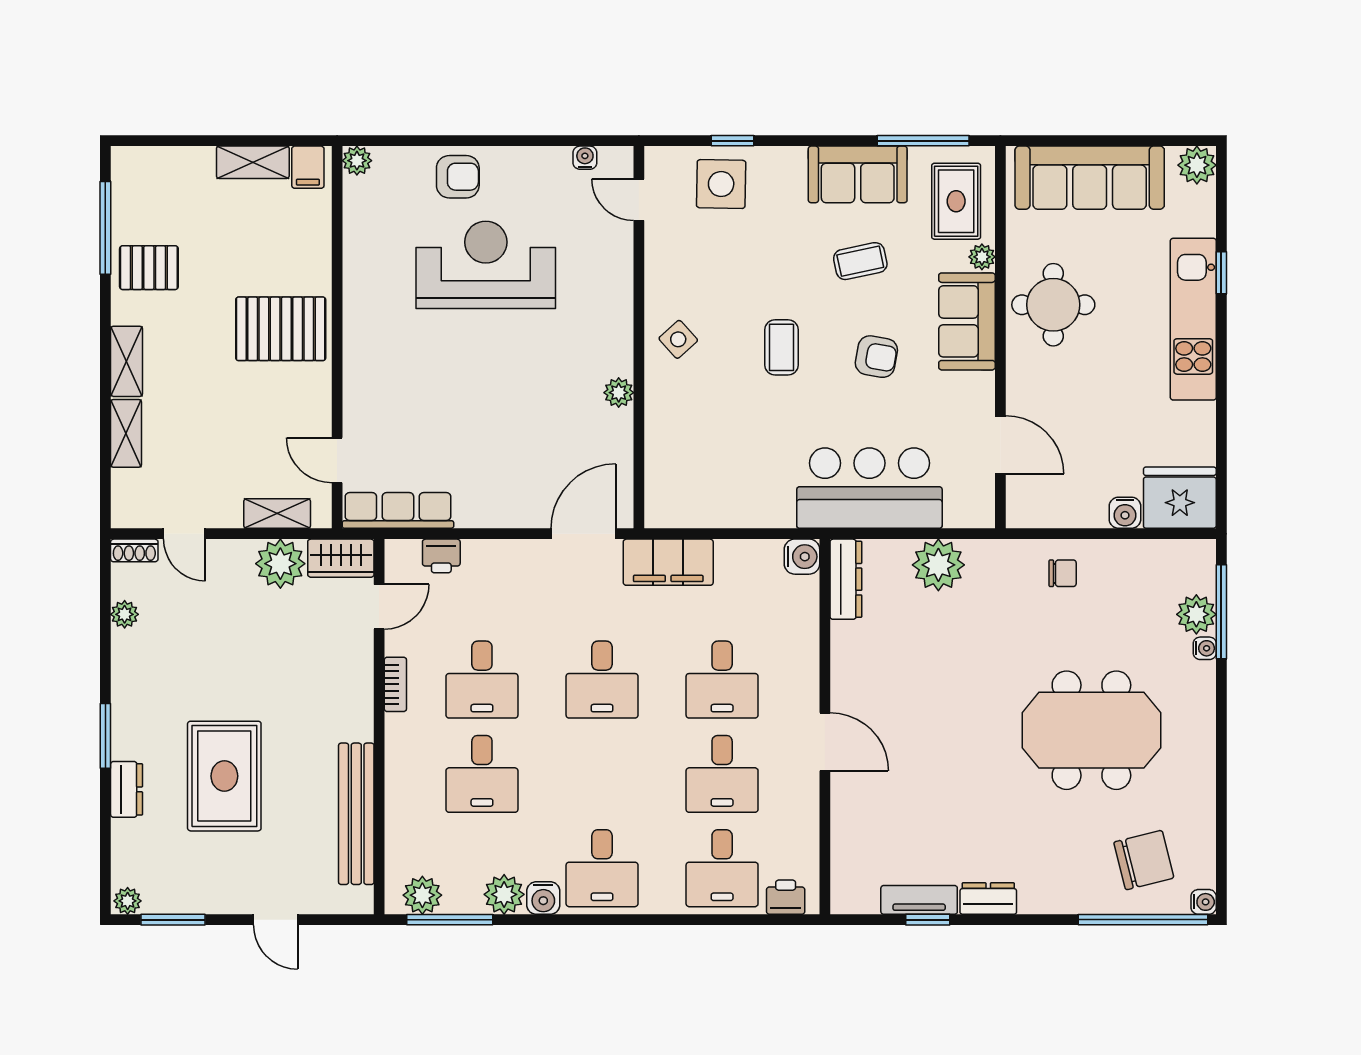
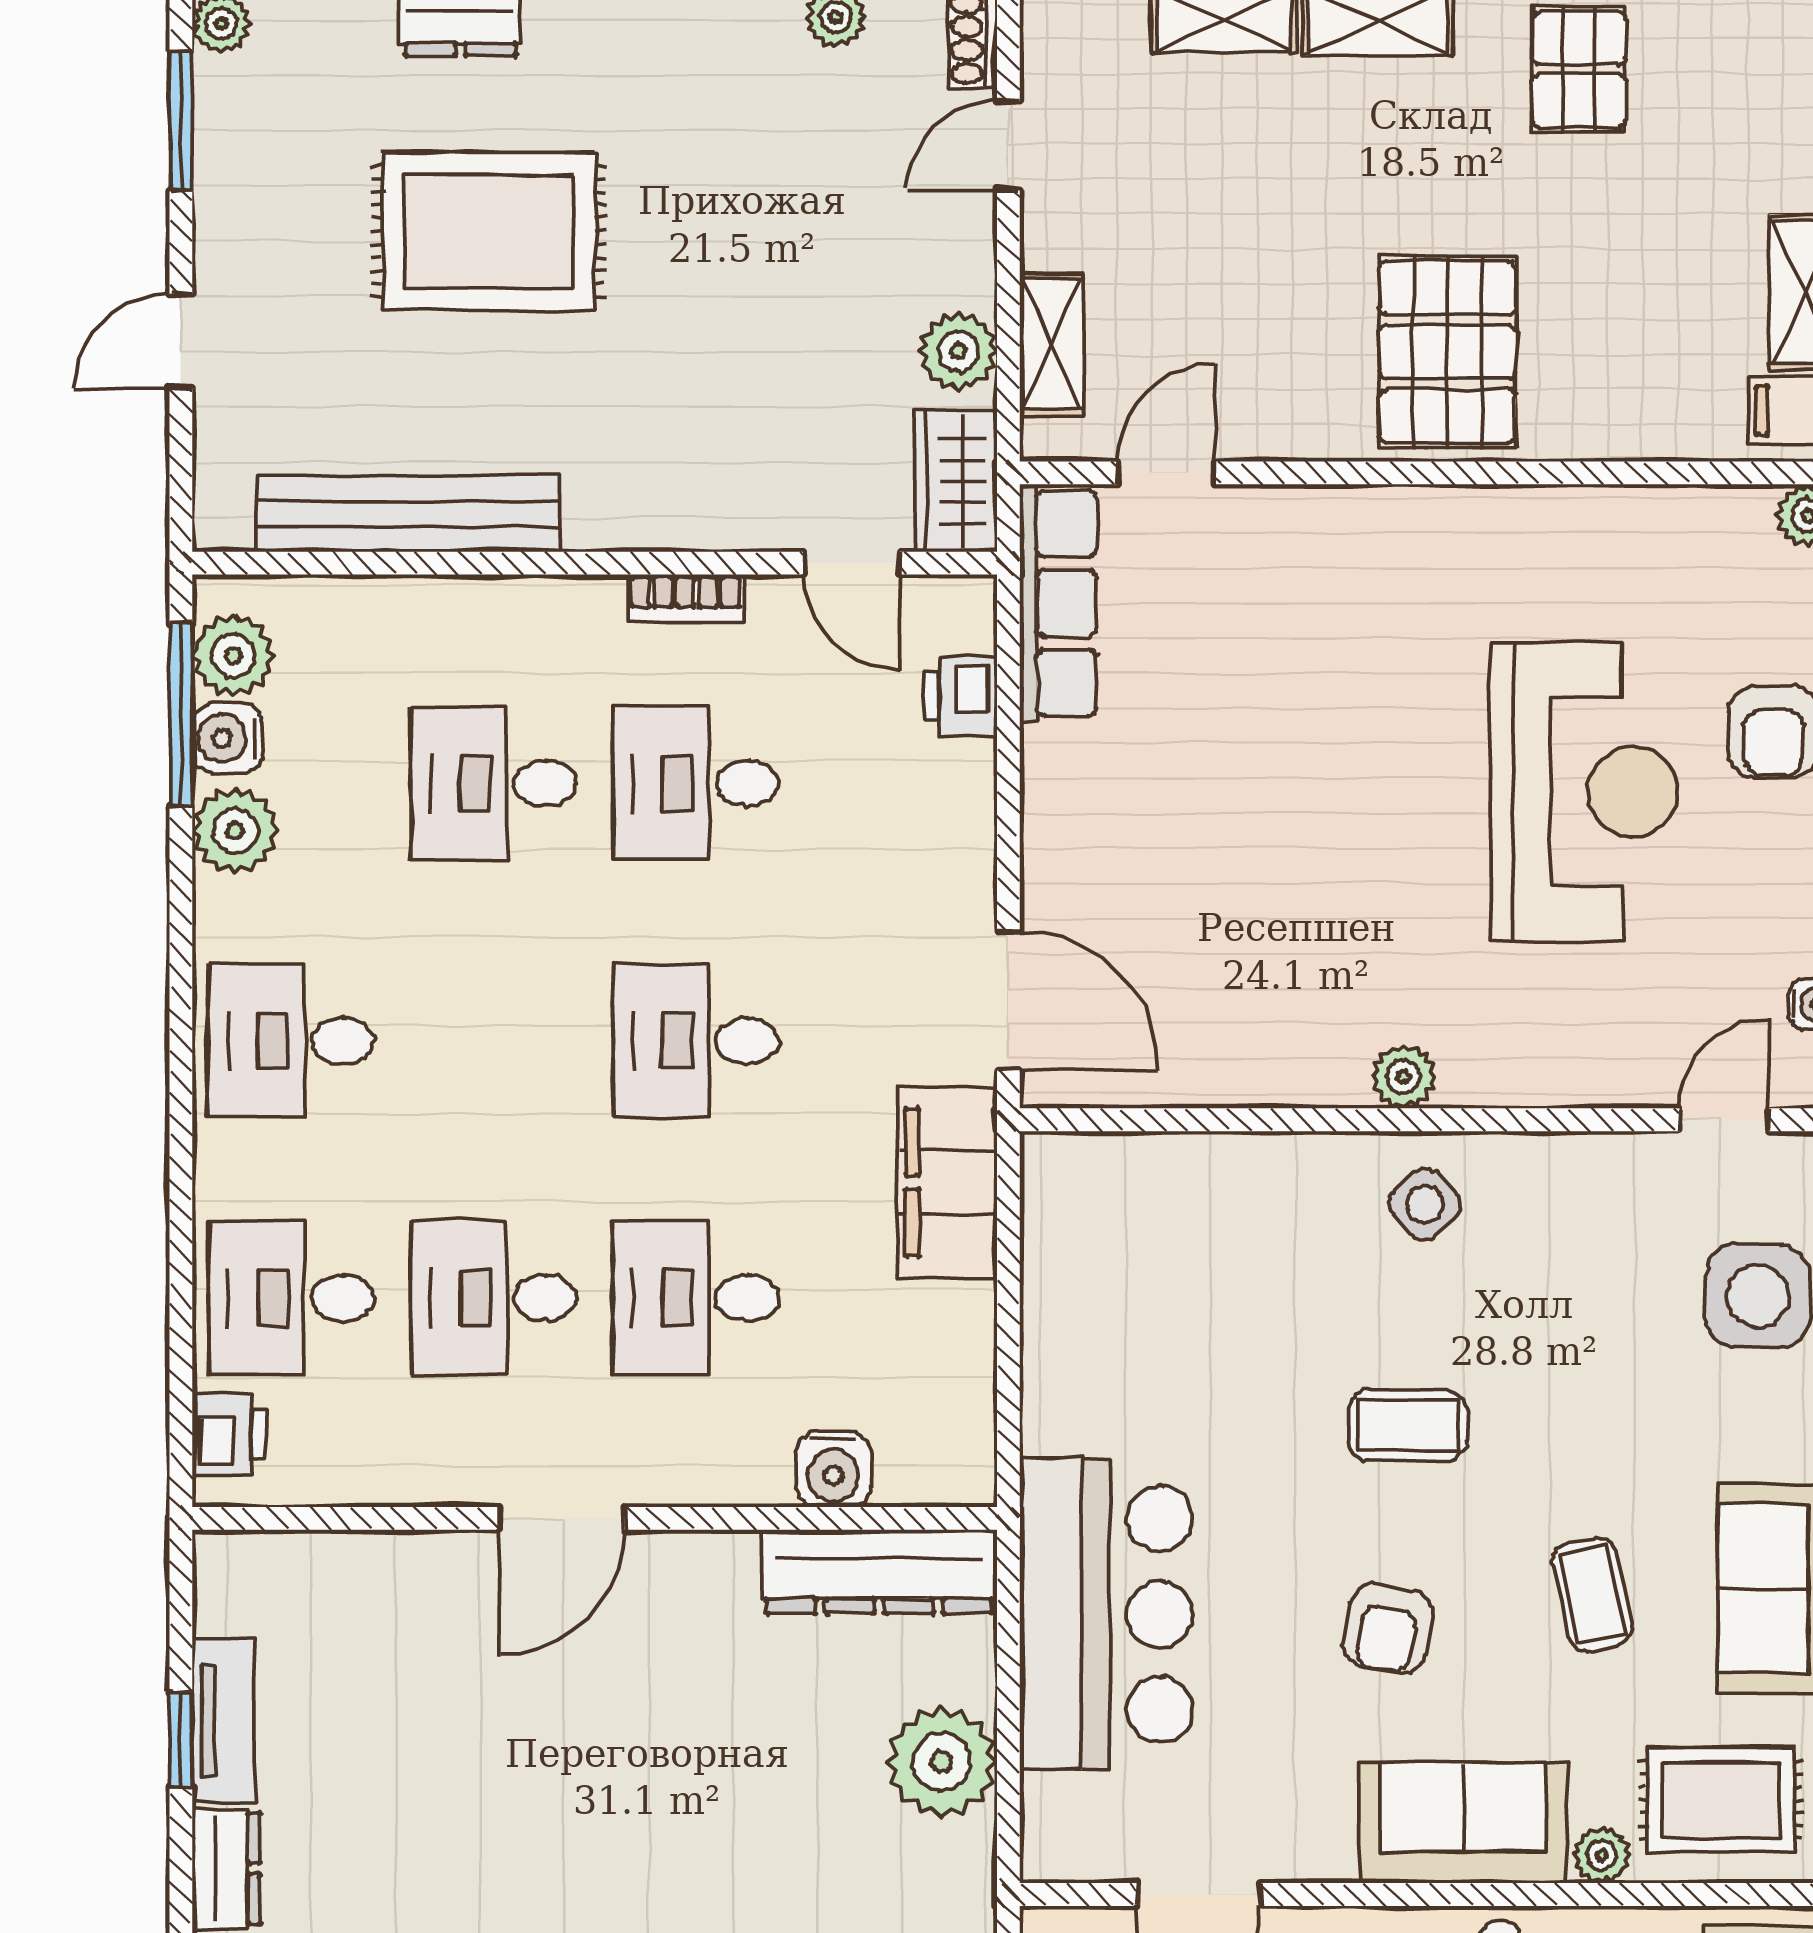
plant: (619, 393) -> (1404, 1077), moved
water cooler: (802, 557) -> (833, 1469), moved
plant: (280, 564) -> (958, 351), width x0.73, depth x0.73
dresser: (846, 579) -> (879, 1572), width x1.37, depth x1.24
water cooler: (543, 898) -> (227, 738), moved

